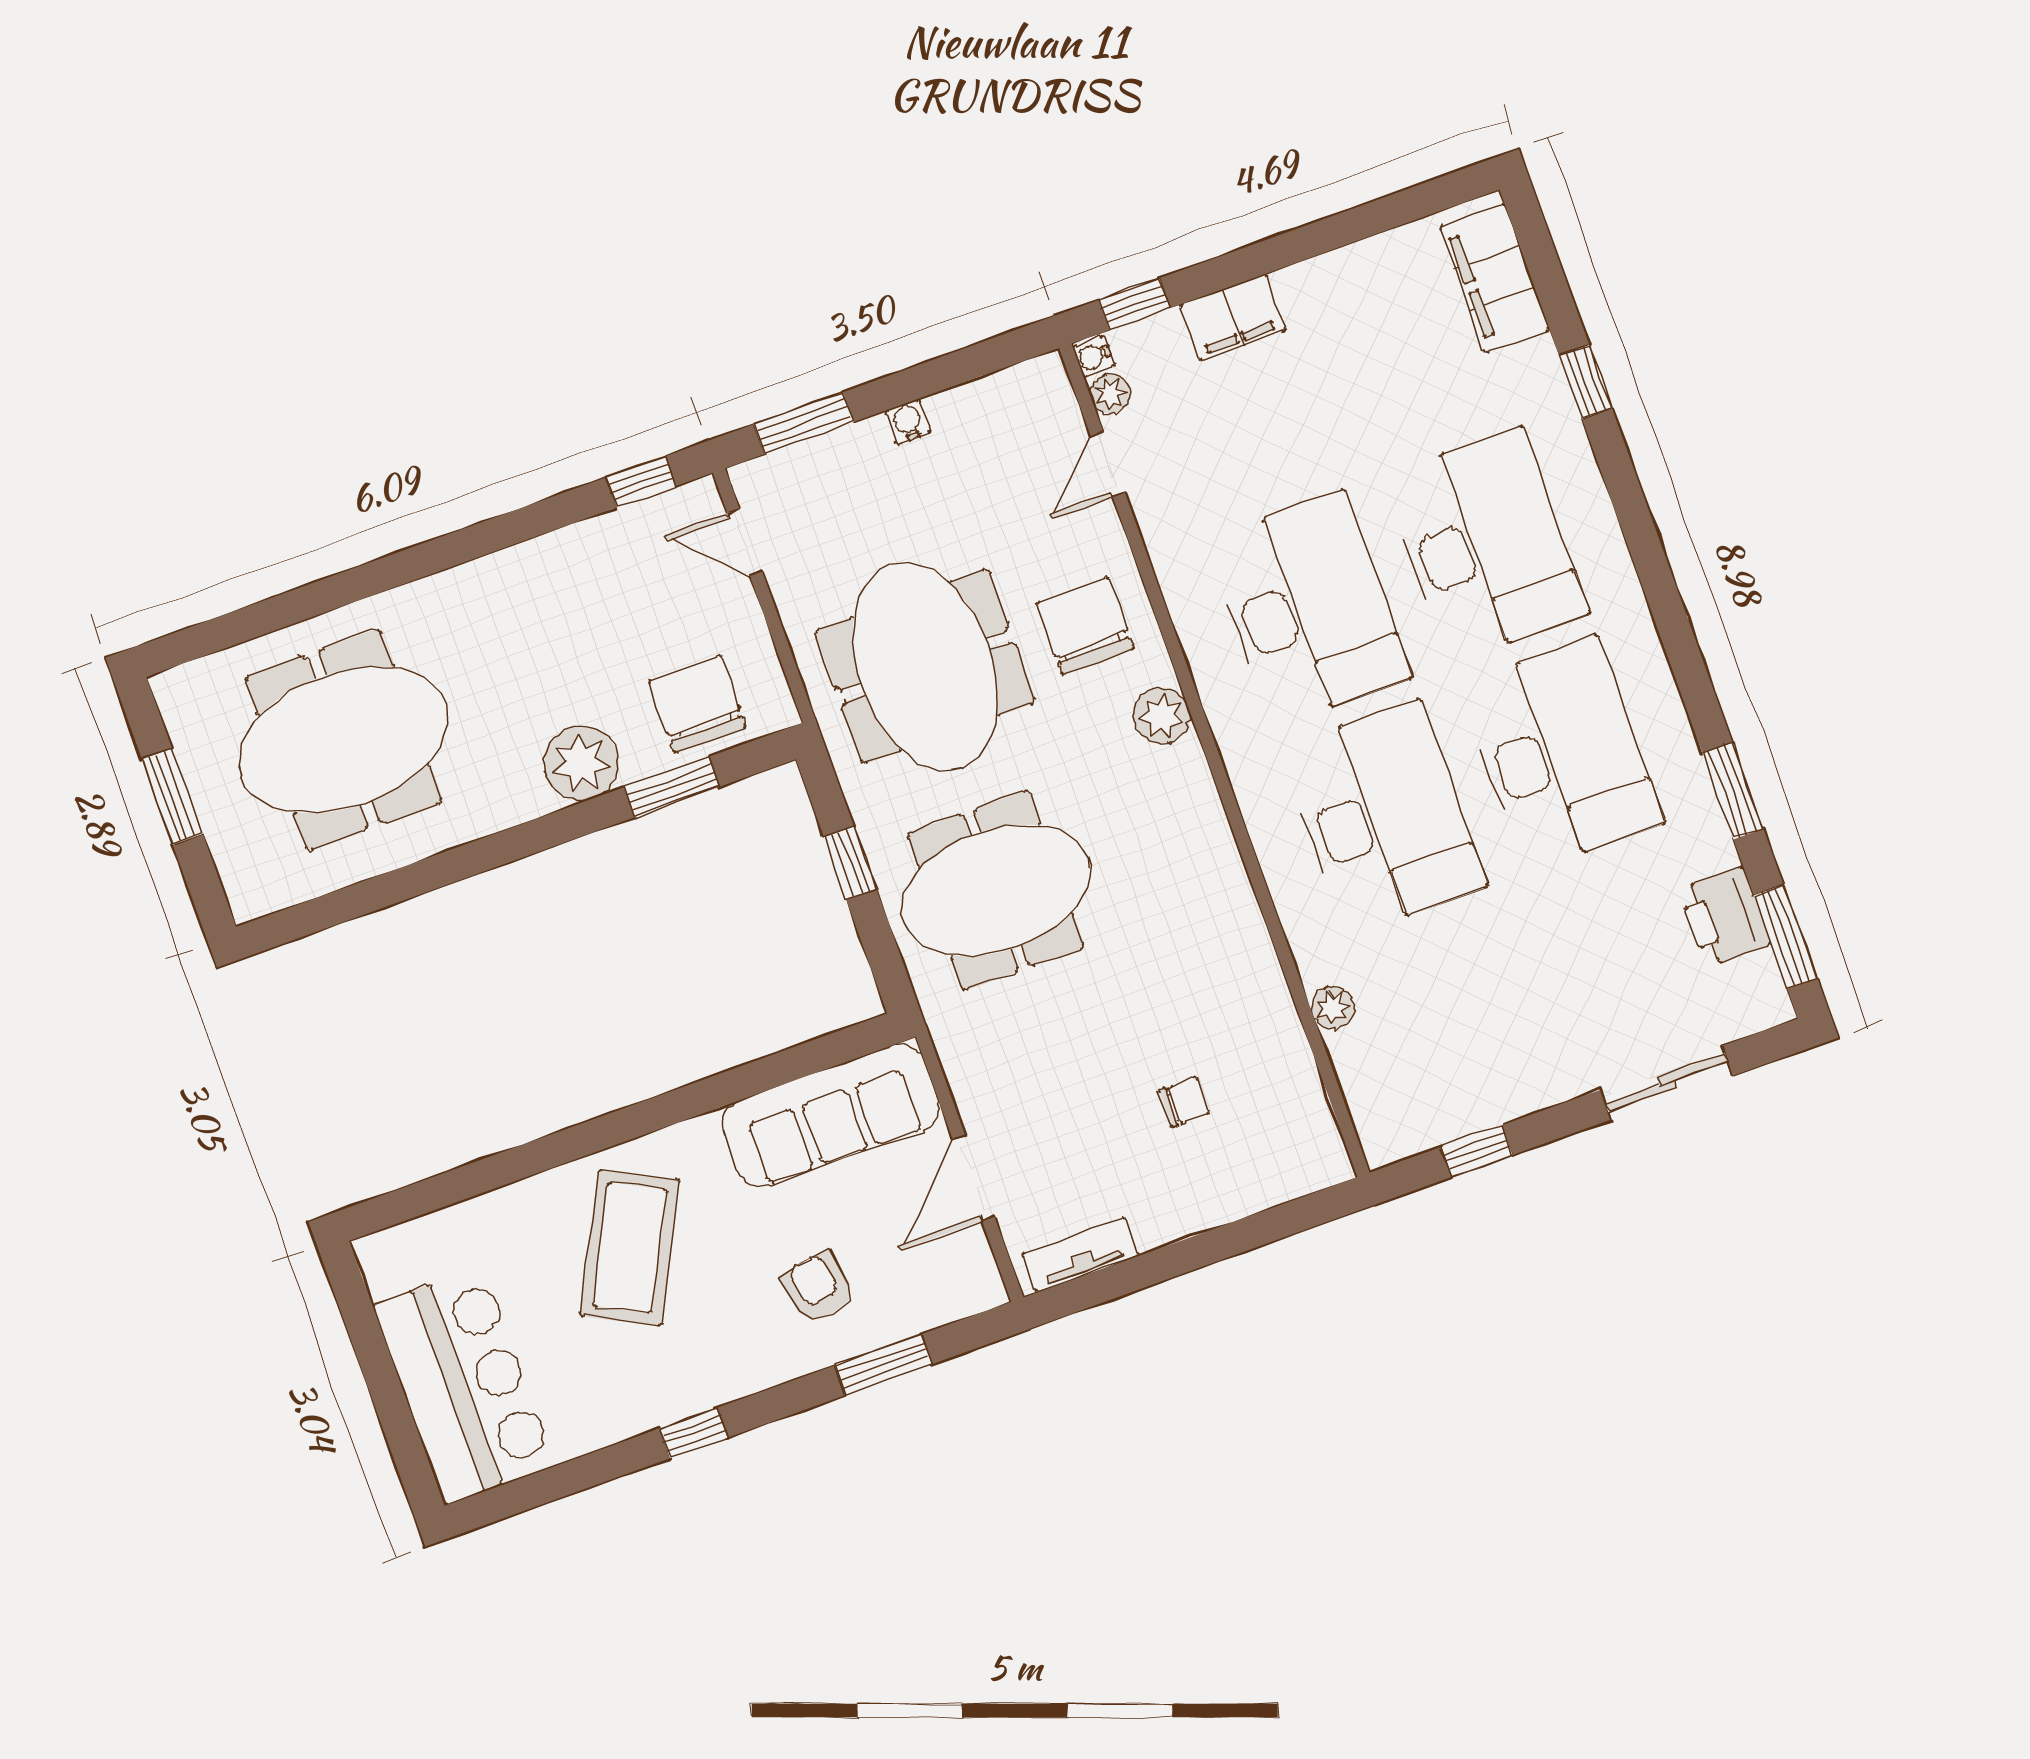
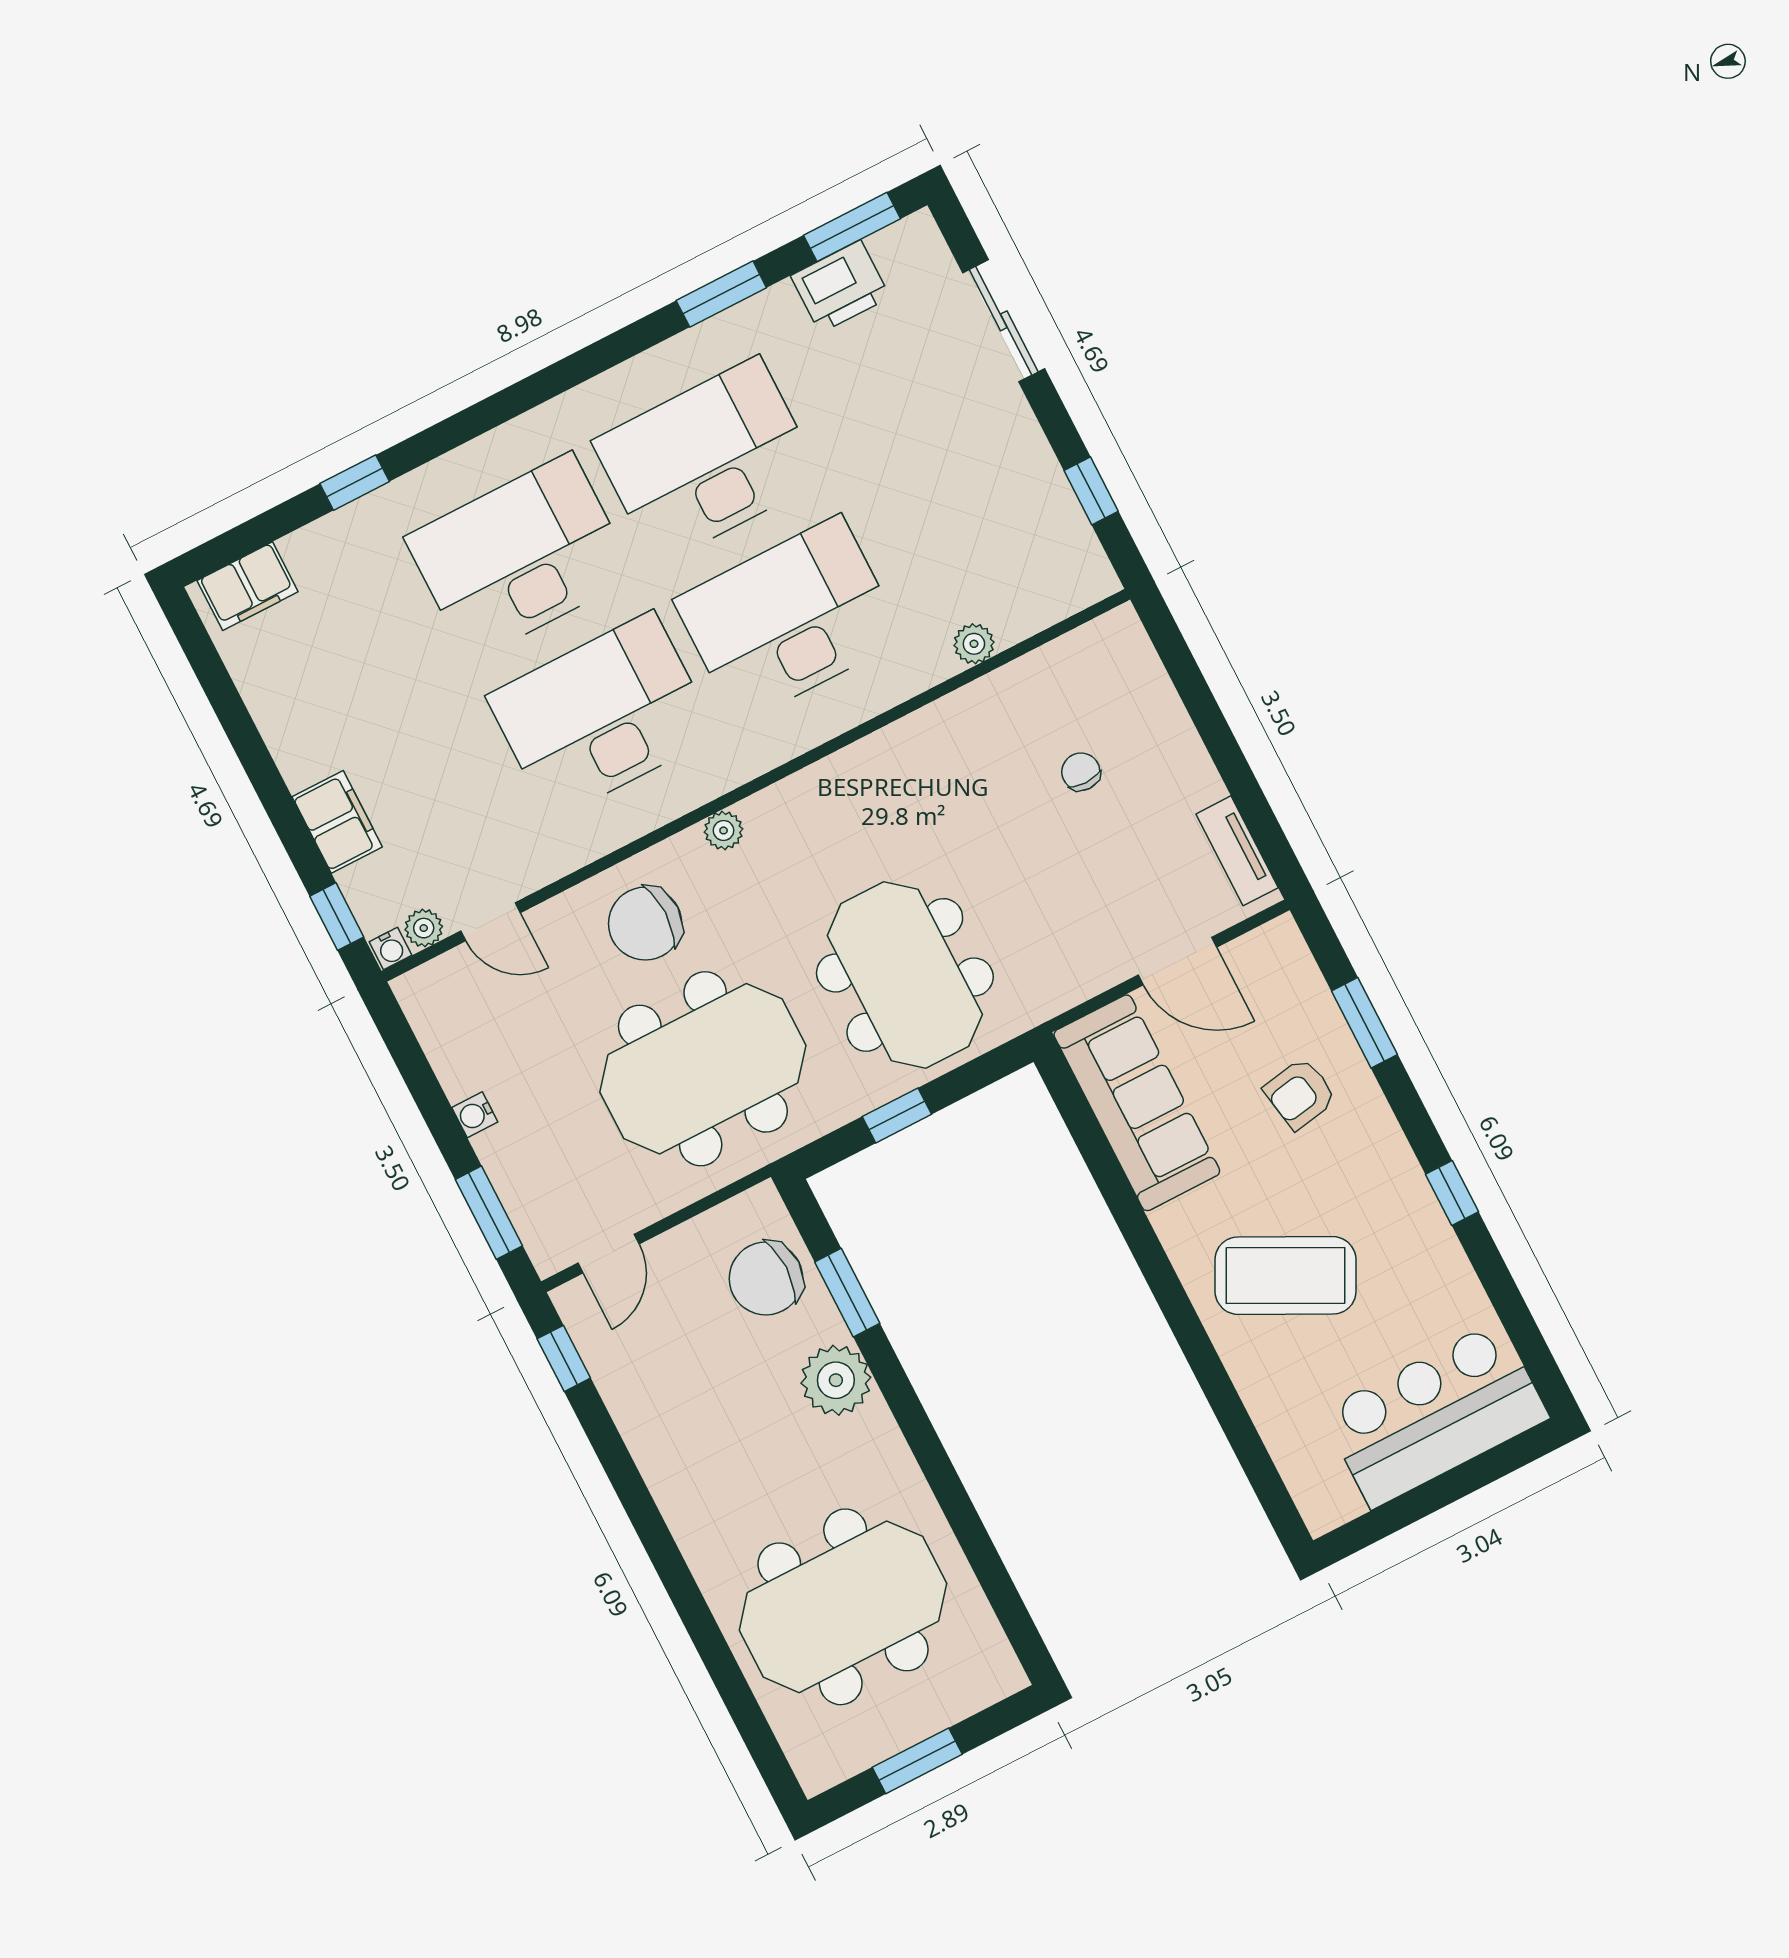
filing cabinet: (1495, 278) -> (248, 586), width x0.67, depth x0.86
plant: (1162, 716) -> (724, 830), width x0.73, depth x0.73
meeting table: (343, 740) -> (843, 1607), turned 90

